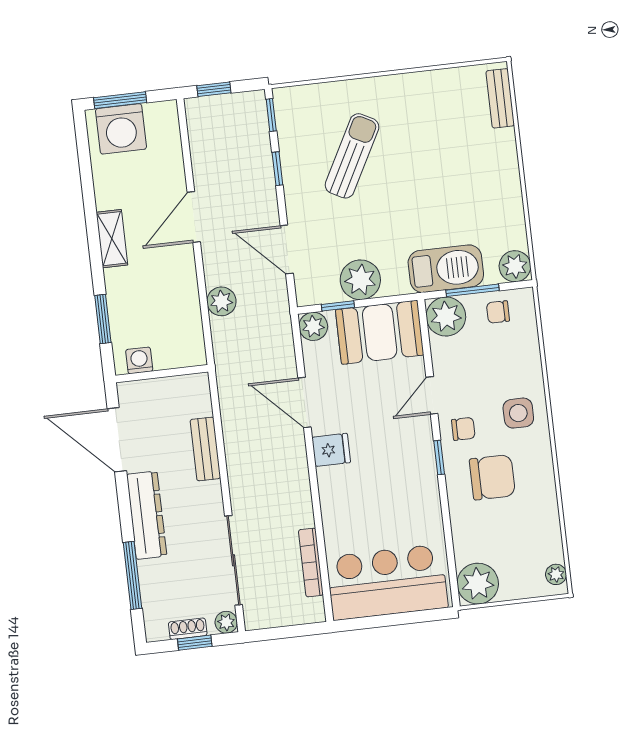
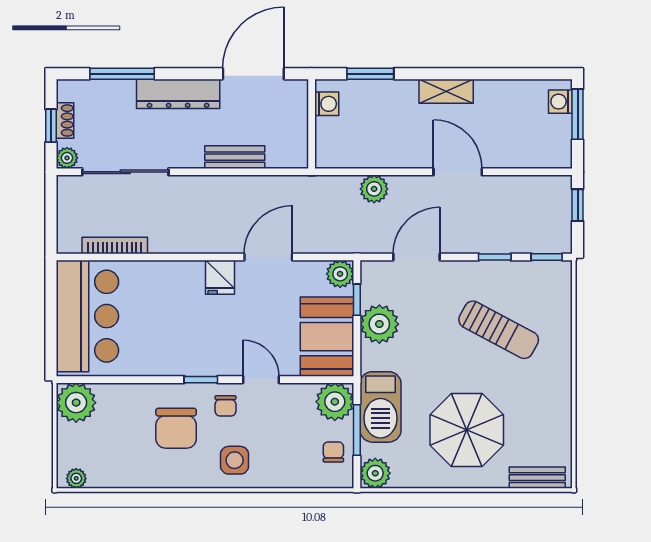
washing machine: (121, 129) -> (560, 102), width x0.53, depth x0.53
parasol: (459, 177) -> (467, 430), added

